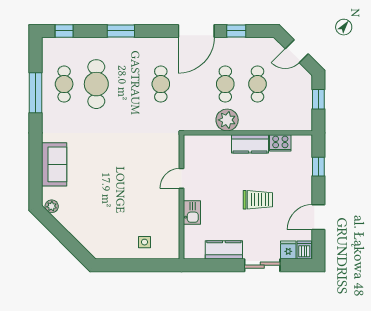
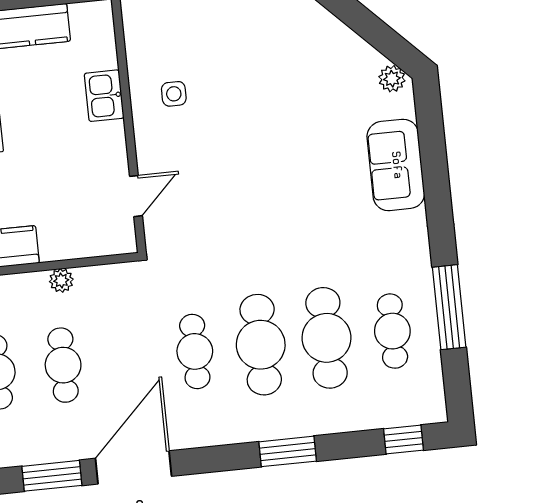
window: (236, 31) -> (52, 476), width x1.50
cafe table: (129, 84) -> (261, 345), added
plant: (227, 120) -> (61, 280), width x0.53, depth x0.53
door: (181, 178) -> (136, 196), moved
side table: (145, 242) -> (174, 94), moved

